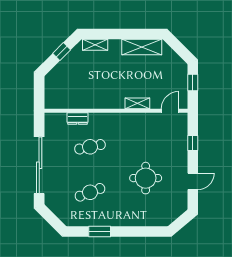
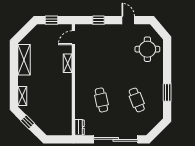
door: (170, 111) -> (73, 38), hinge flipped
dresser: (78, 119) -> (79, 127), moved
round table: (146, 178) -> (147, 49), moved

